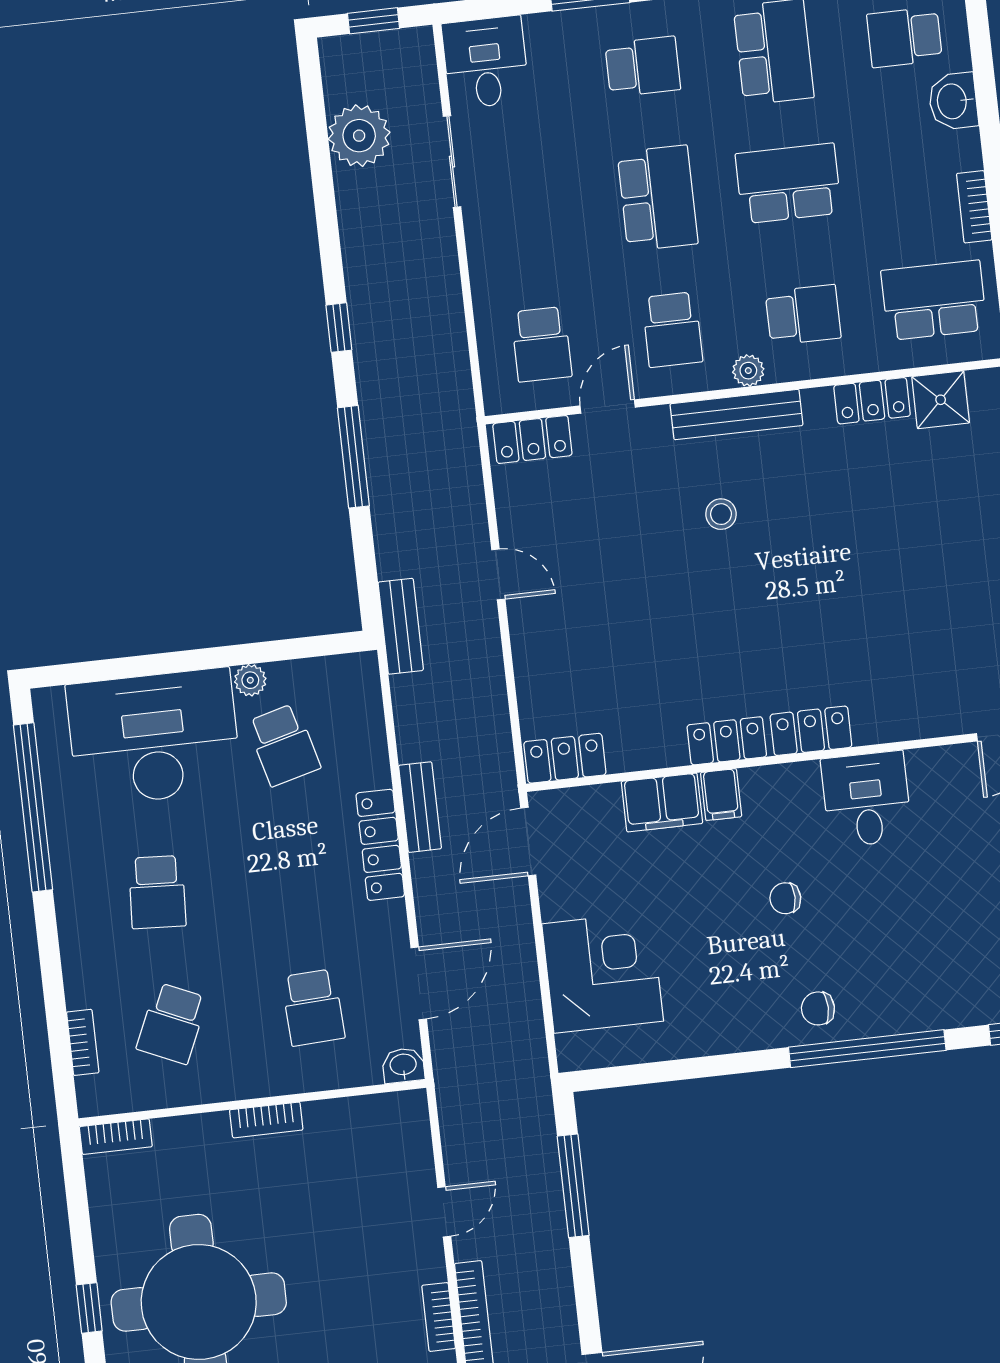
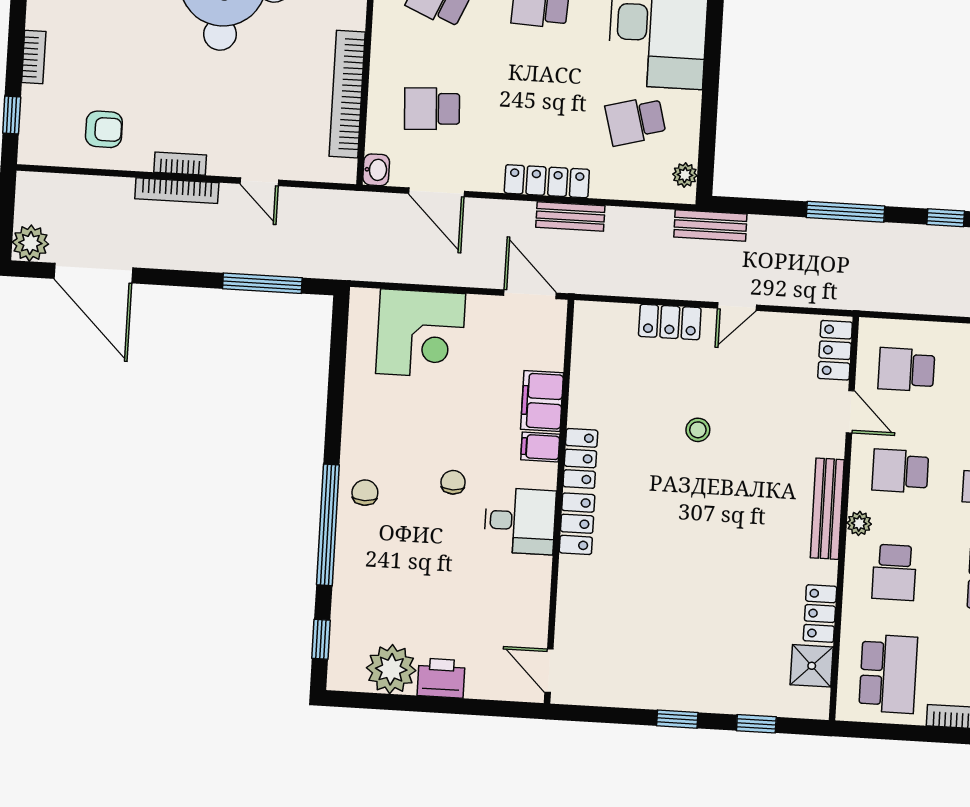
stool: (721, 514) -> (698, 430), moved
plant: (250, 680) -> (685, 175), moved
locker: (565, 758) -> (670, 322), moved, turned 90
desk: (867, 799) -> (520, 521), moved
bookcase: (266, 1120) -> (347, 94), width x2.31, depth x1.31

